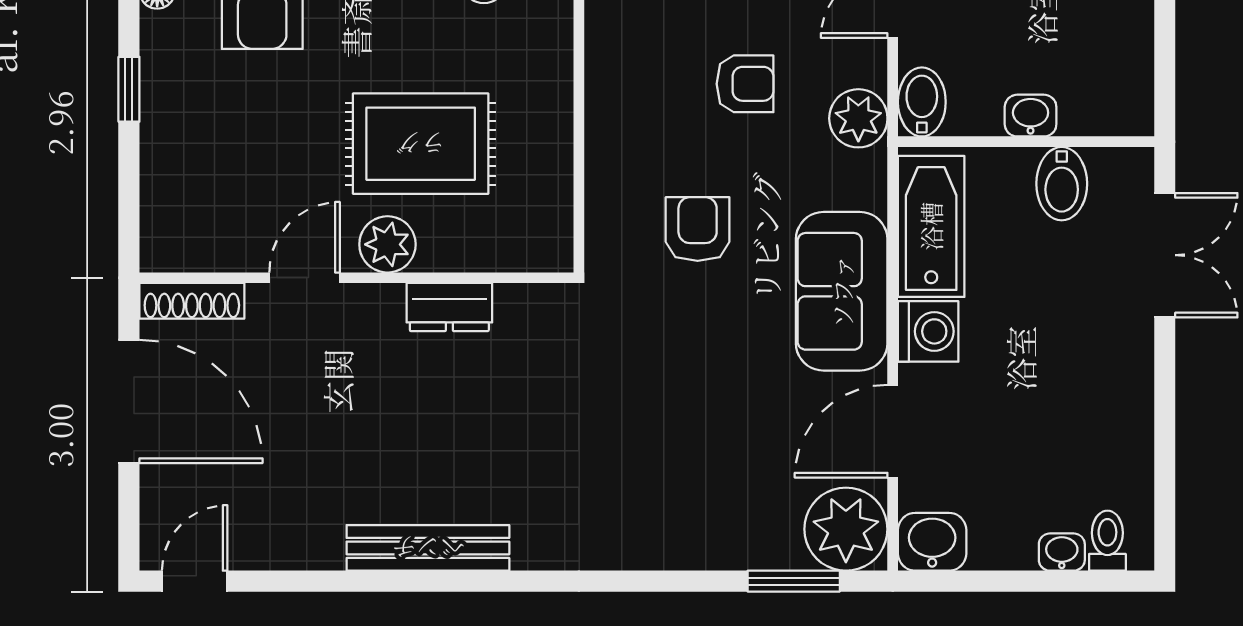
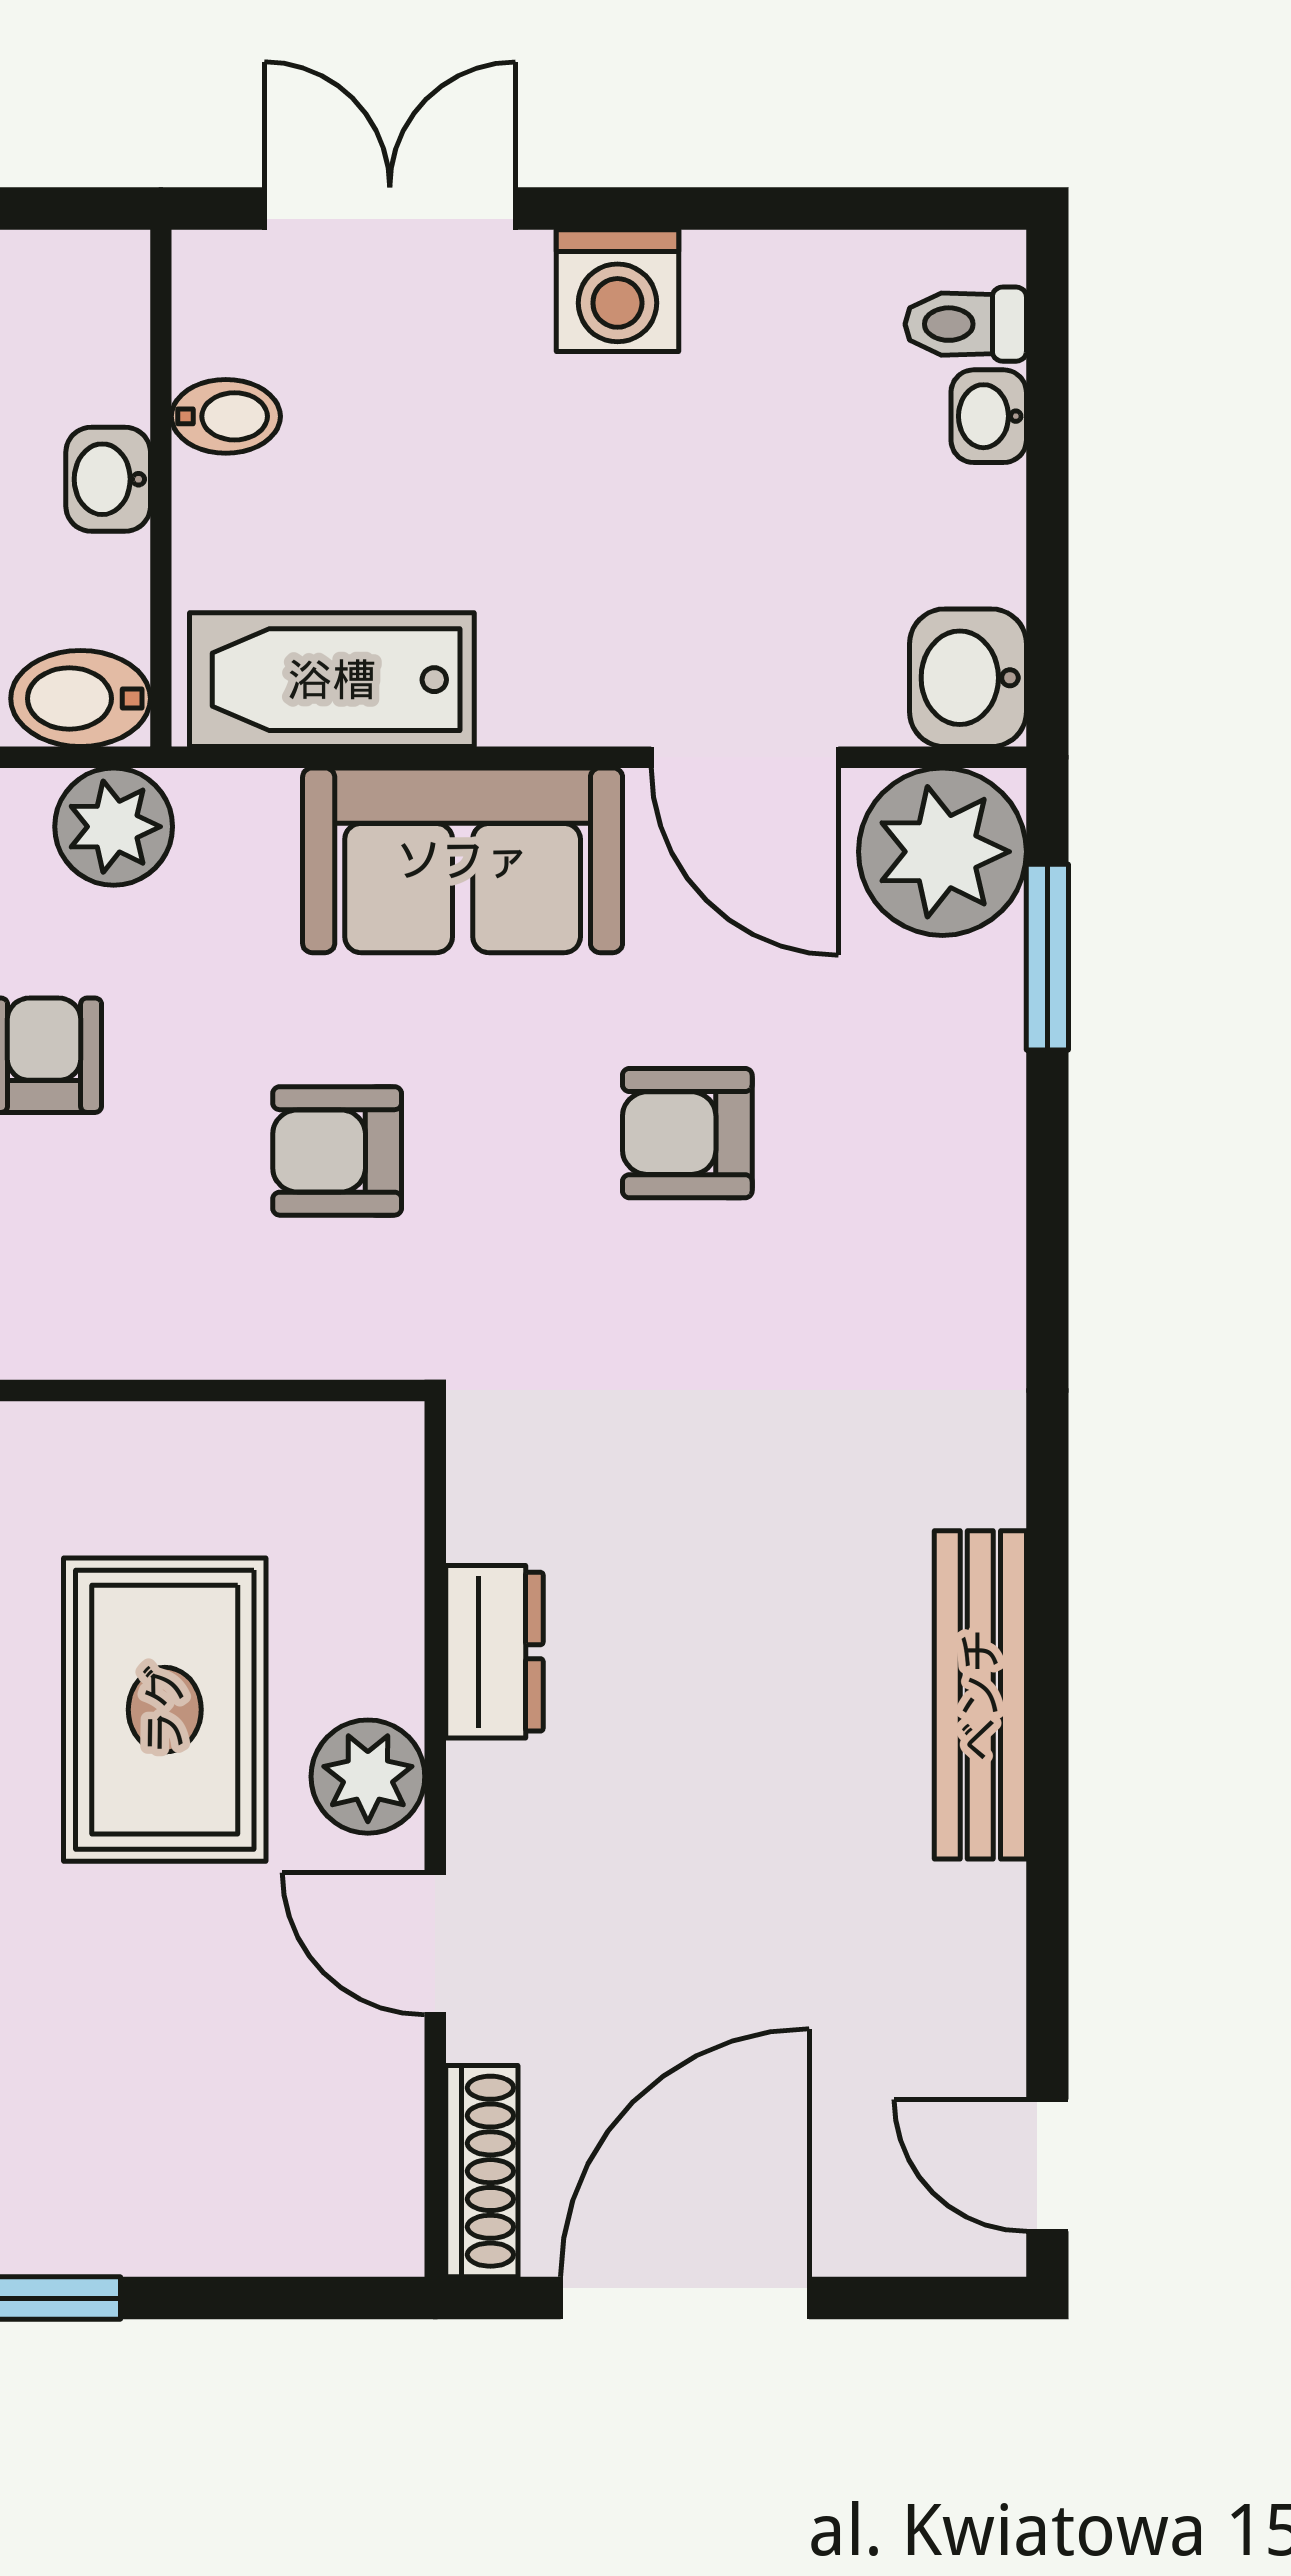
bidet: (1062, 184) -> (226, 416), width x0.72, depth x0.74
washing machine: (928, 331) -> (617, 291), moved, turned 180
armchair: (706, 403) -> (687, 1133), added

